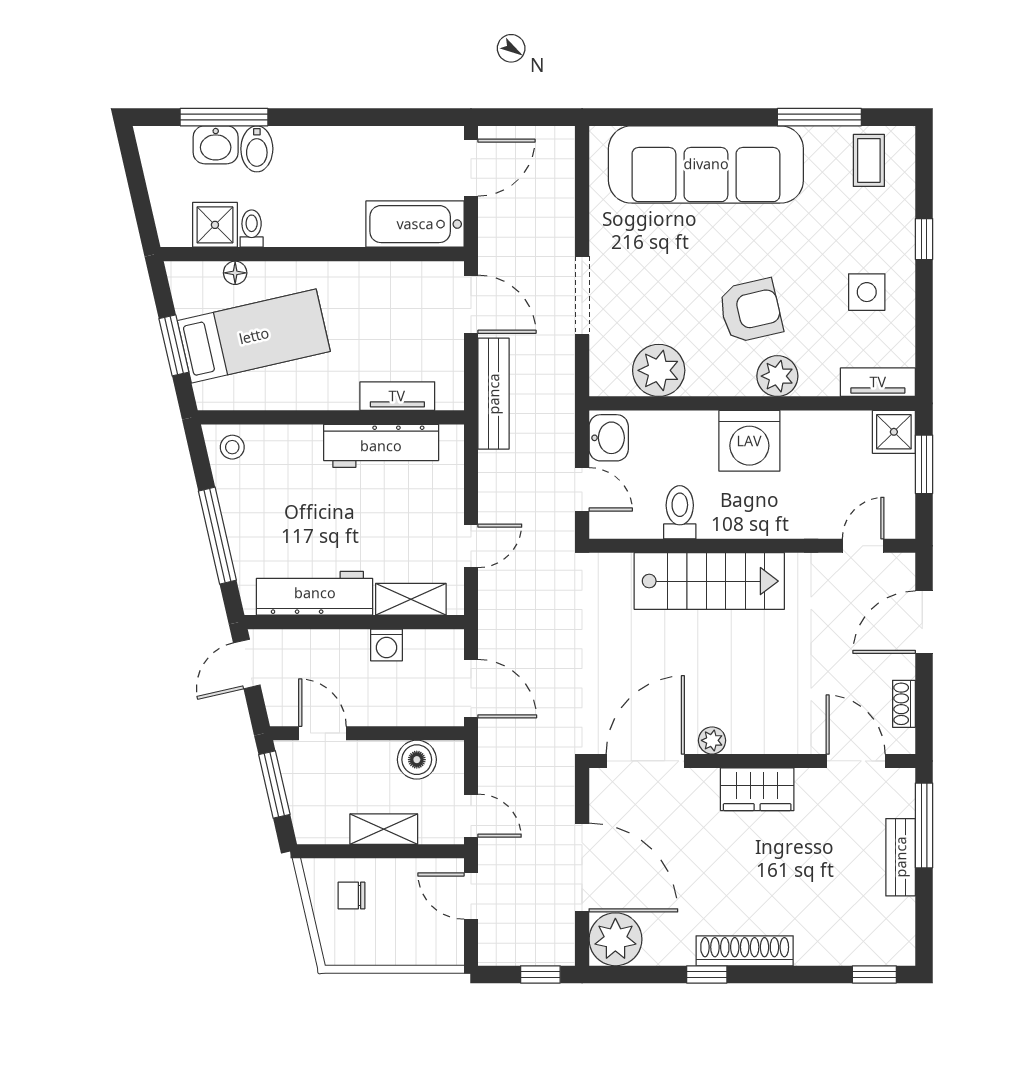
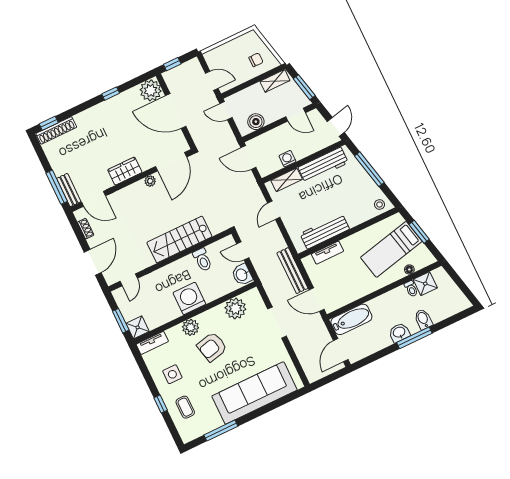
window: (224, 117) -> (414, 338), moved
washbasin: (216, 145) -> (399, 333), moved
coffee table: (869, 160) -> (185, 407), moved
shelving: (384, 829) -> (275, 81), moved
bench: (901, 857) -> (69, 190), moved
shoe rack: (745, 951) -> (56, 130), moved

